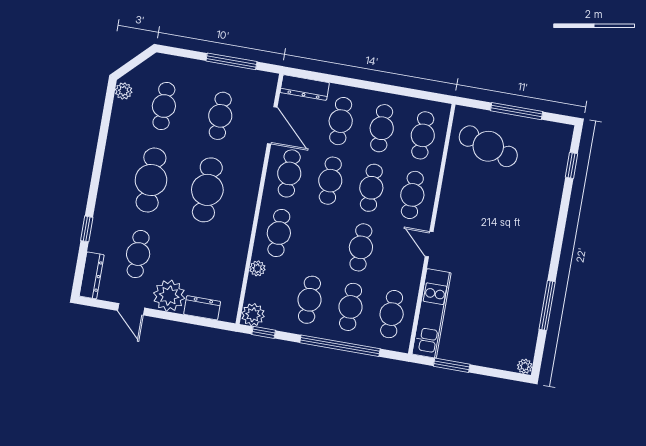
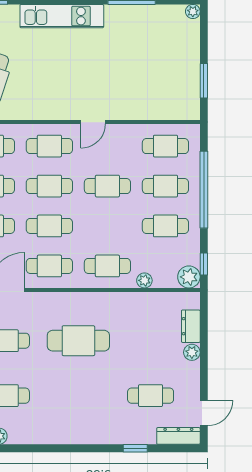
cafe table: (151, 180) -> (78, 396), removed
plant: (169, 296) -> (192, 352), width x0.53, depth x0.53
door: (131, 309) -> (204, 413), moved
kitchen unit: (432, 313) -> (62, 16), moved, turned 180

